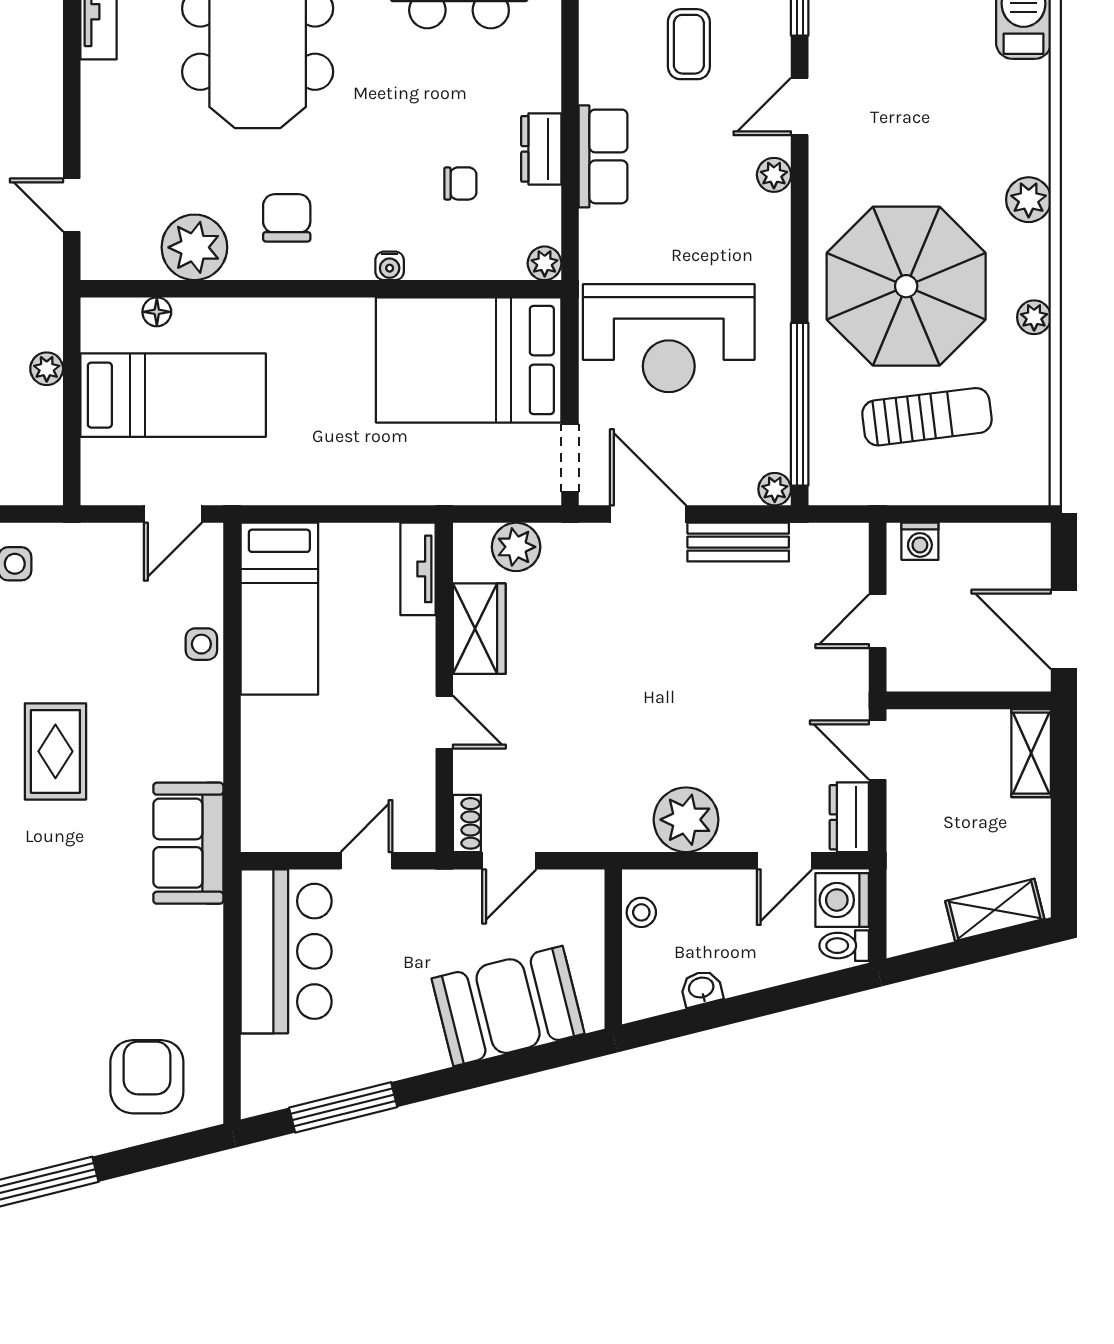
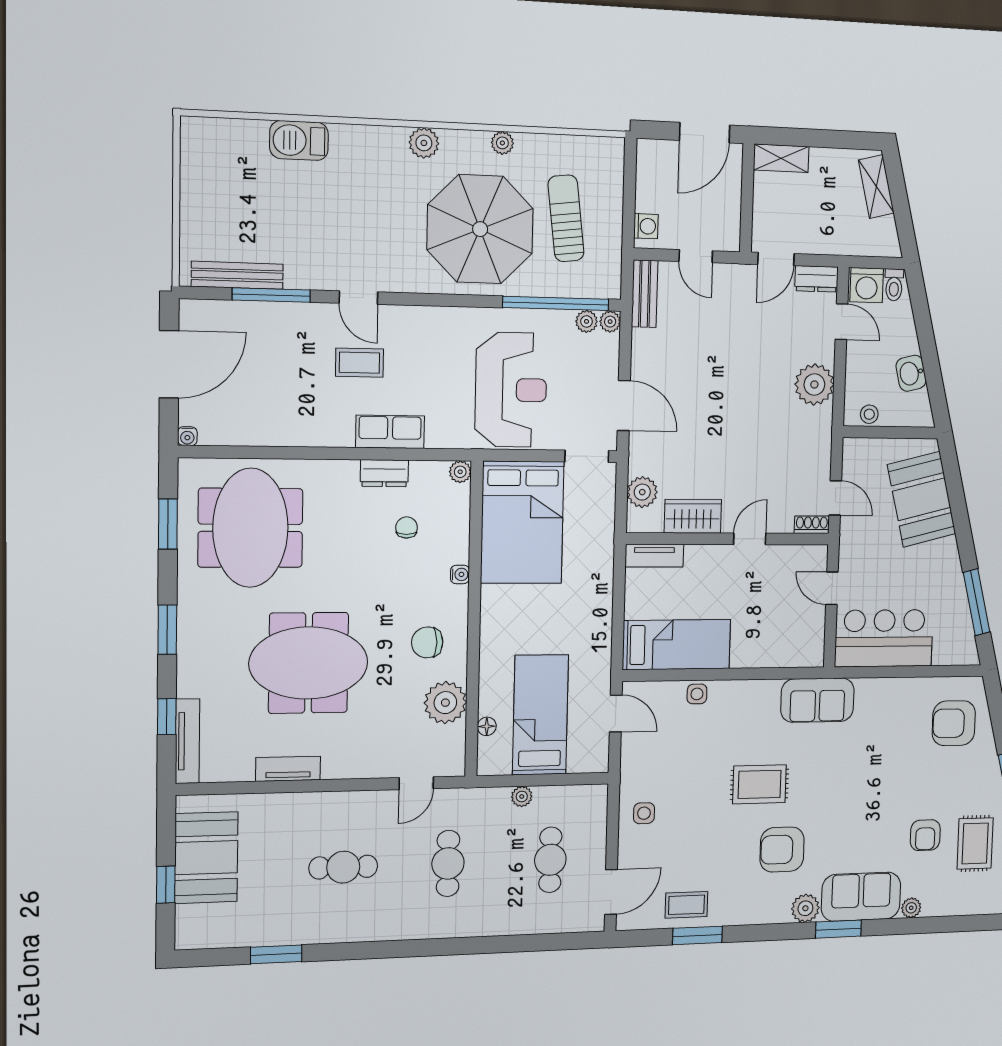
coffee table: (689, 44) -> (359, 363), moved
plant: (774, 175) -> (587, 321), moved
door: (648, 514) -> (624, 406), swing flipped
bench: (738, 542) -> (645, 294), moved
washbasin: (701, 988) -> (911, 373), width x1.38, depth x1.45

